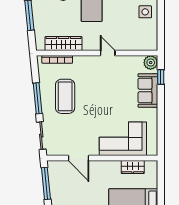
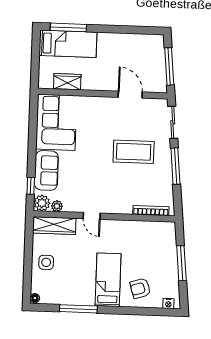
wardrobe: (64, 44) -> (54, 226), moved
plant: (138, 60) -> (57, 206), added
coffee table: (65, 96) -> (134, 152), moved, turned 90
corner sofa: (123, 139) -> (56, 122), moved, turned -90

